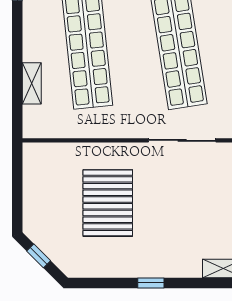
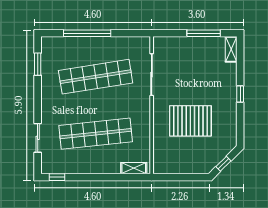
shelving: (32, 83) -> (134, 168), moved

